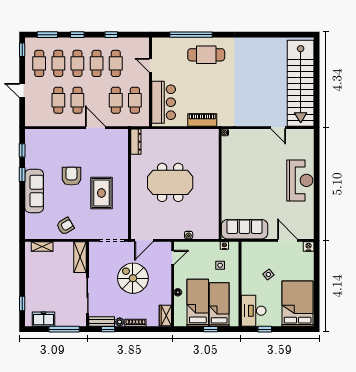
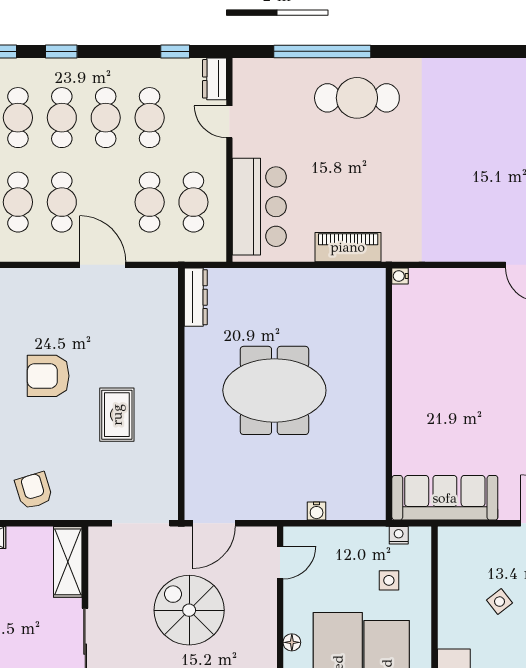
window: (111, 35) -> (175, 51), moved
dresser: (144, 46) -> (215, 79), added
armchair: (71, 176) -> (48, 376), turned -90
rug: (101, 193) -> (117, 415), width x0.73, depth x0.70
armchair: (65, 226) -> (34, 491), turned -76

